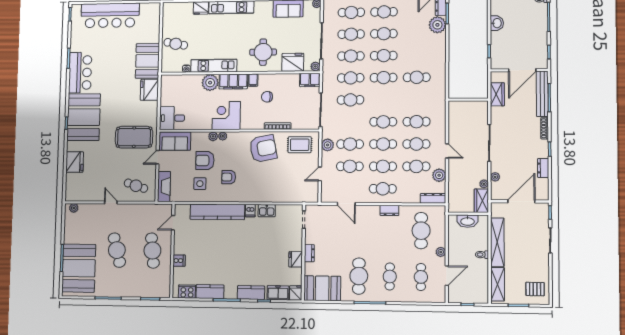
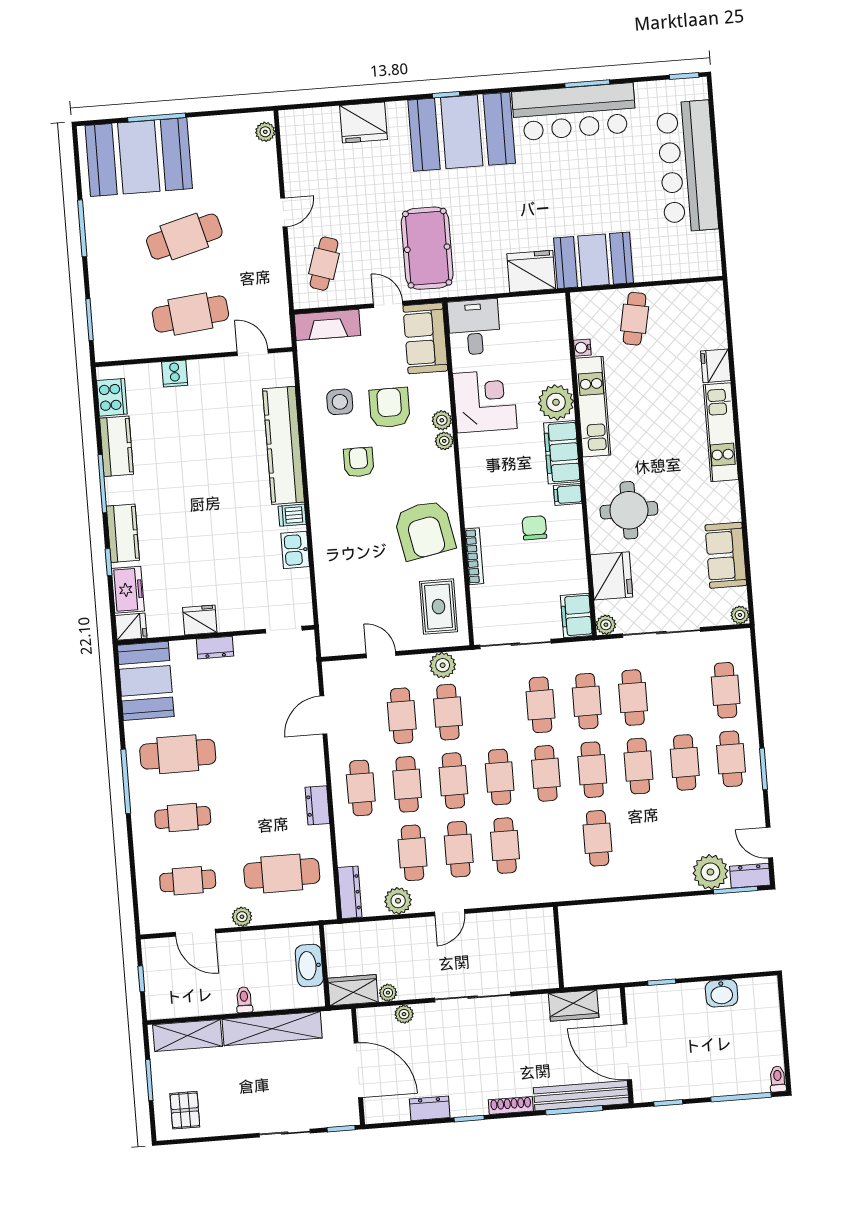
cafe table: (351, 34) -> (546, 773), moved
bar counter: (80, 73) -> (574, 112), width x1.36
corner desk: (226, 116) -> (485, 401), moved

